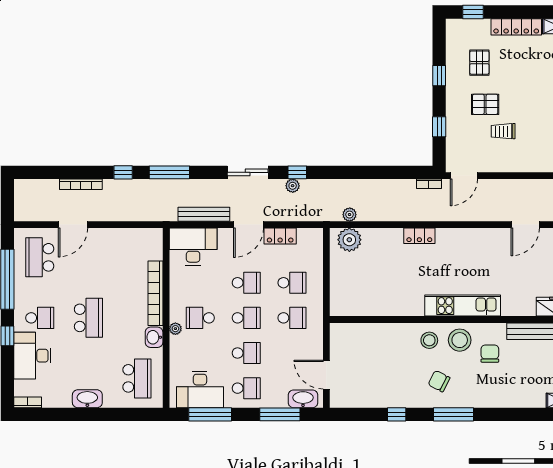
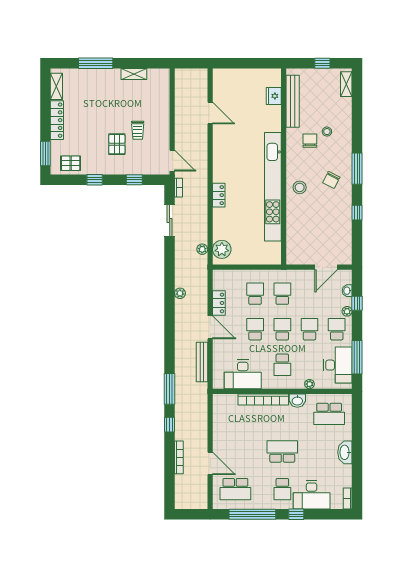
window: (473, 12) -> (45, 154), width x1.50
pallet: (479, 63) -> (71, 163), moved
sliding door: (248, 172) -> (170, 221), moved
window: (297, 172) -> (170, 290), removed
desk: (193, 247) -> (243, 374), moved, turned -90
kitchen unit: (463, 306) -> (273, 187), width x1.86
school desk: (40, 318) -> (282, 489), turned 180
plant: (175, 329) -> (309, 384), moved
stool: (460, 340) -> (327, 132), moved, width x0.53, depth x0.53
chair: (490, 354) -> (310, 141), turned 90
school desk: (137, 378) -> (329, 414), turned 180
washbasin: (303, 399) -> (347, 291), width x0.52, depth x0.69
plant: (269, 401) -> (347, 311), added
window: (280, 414) -> (357, 303), width x0.46

